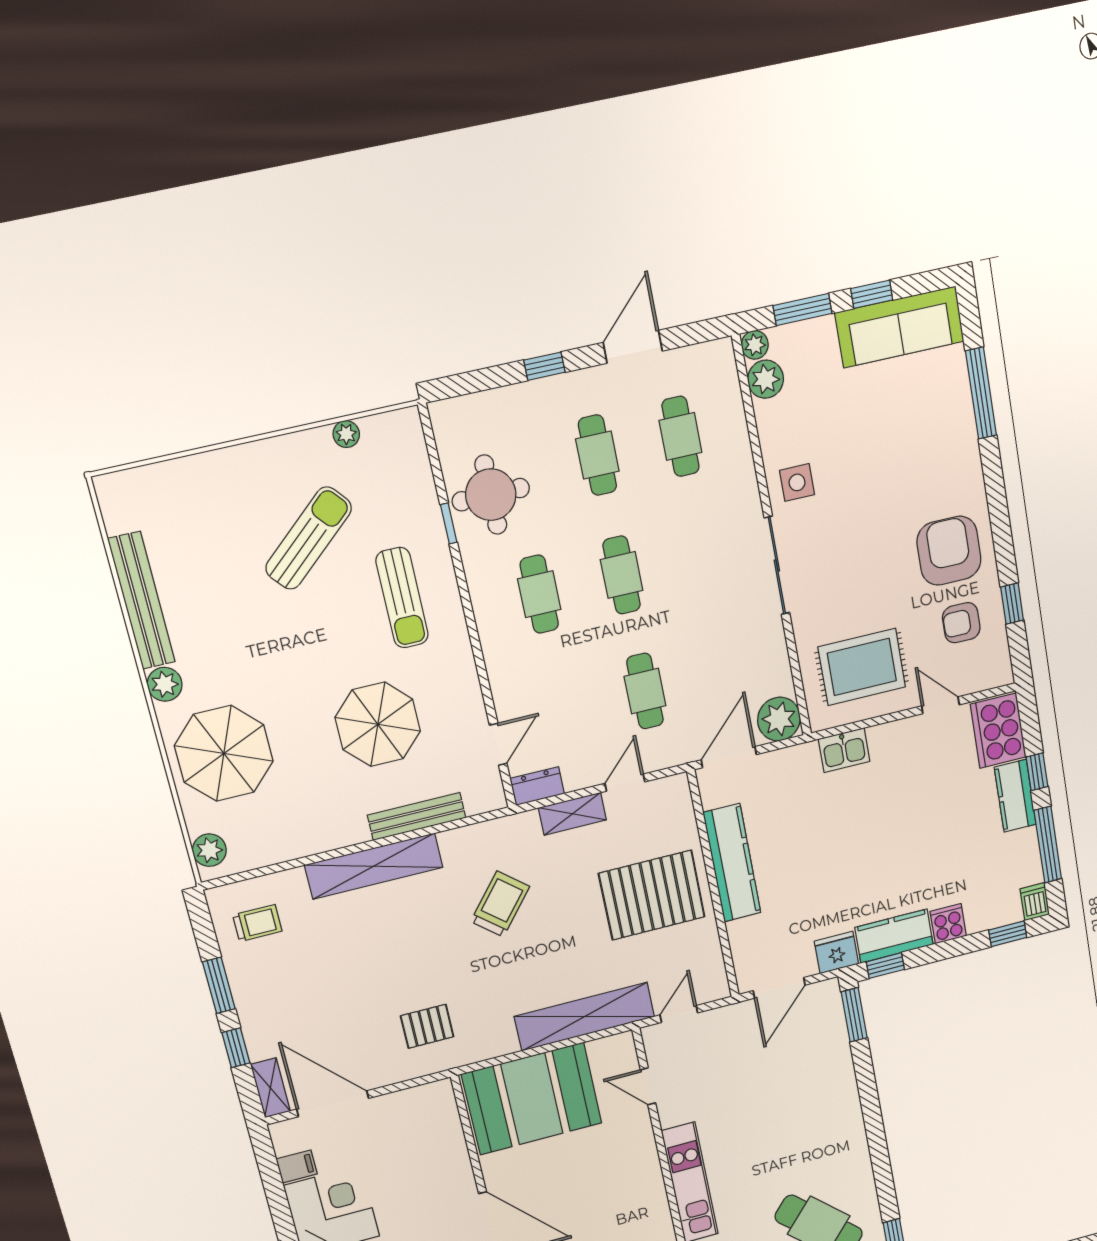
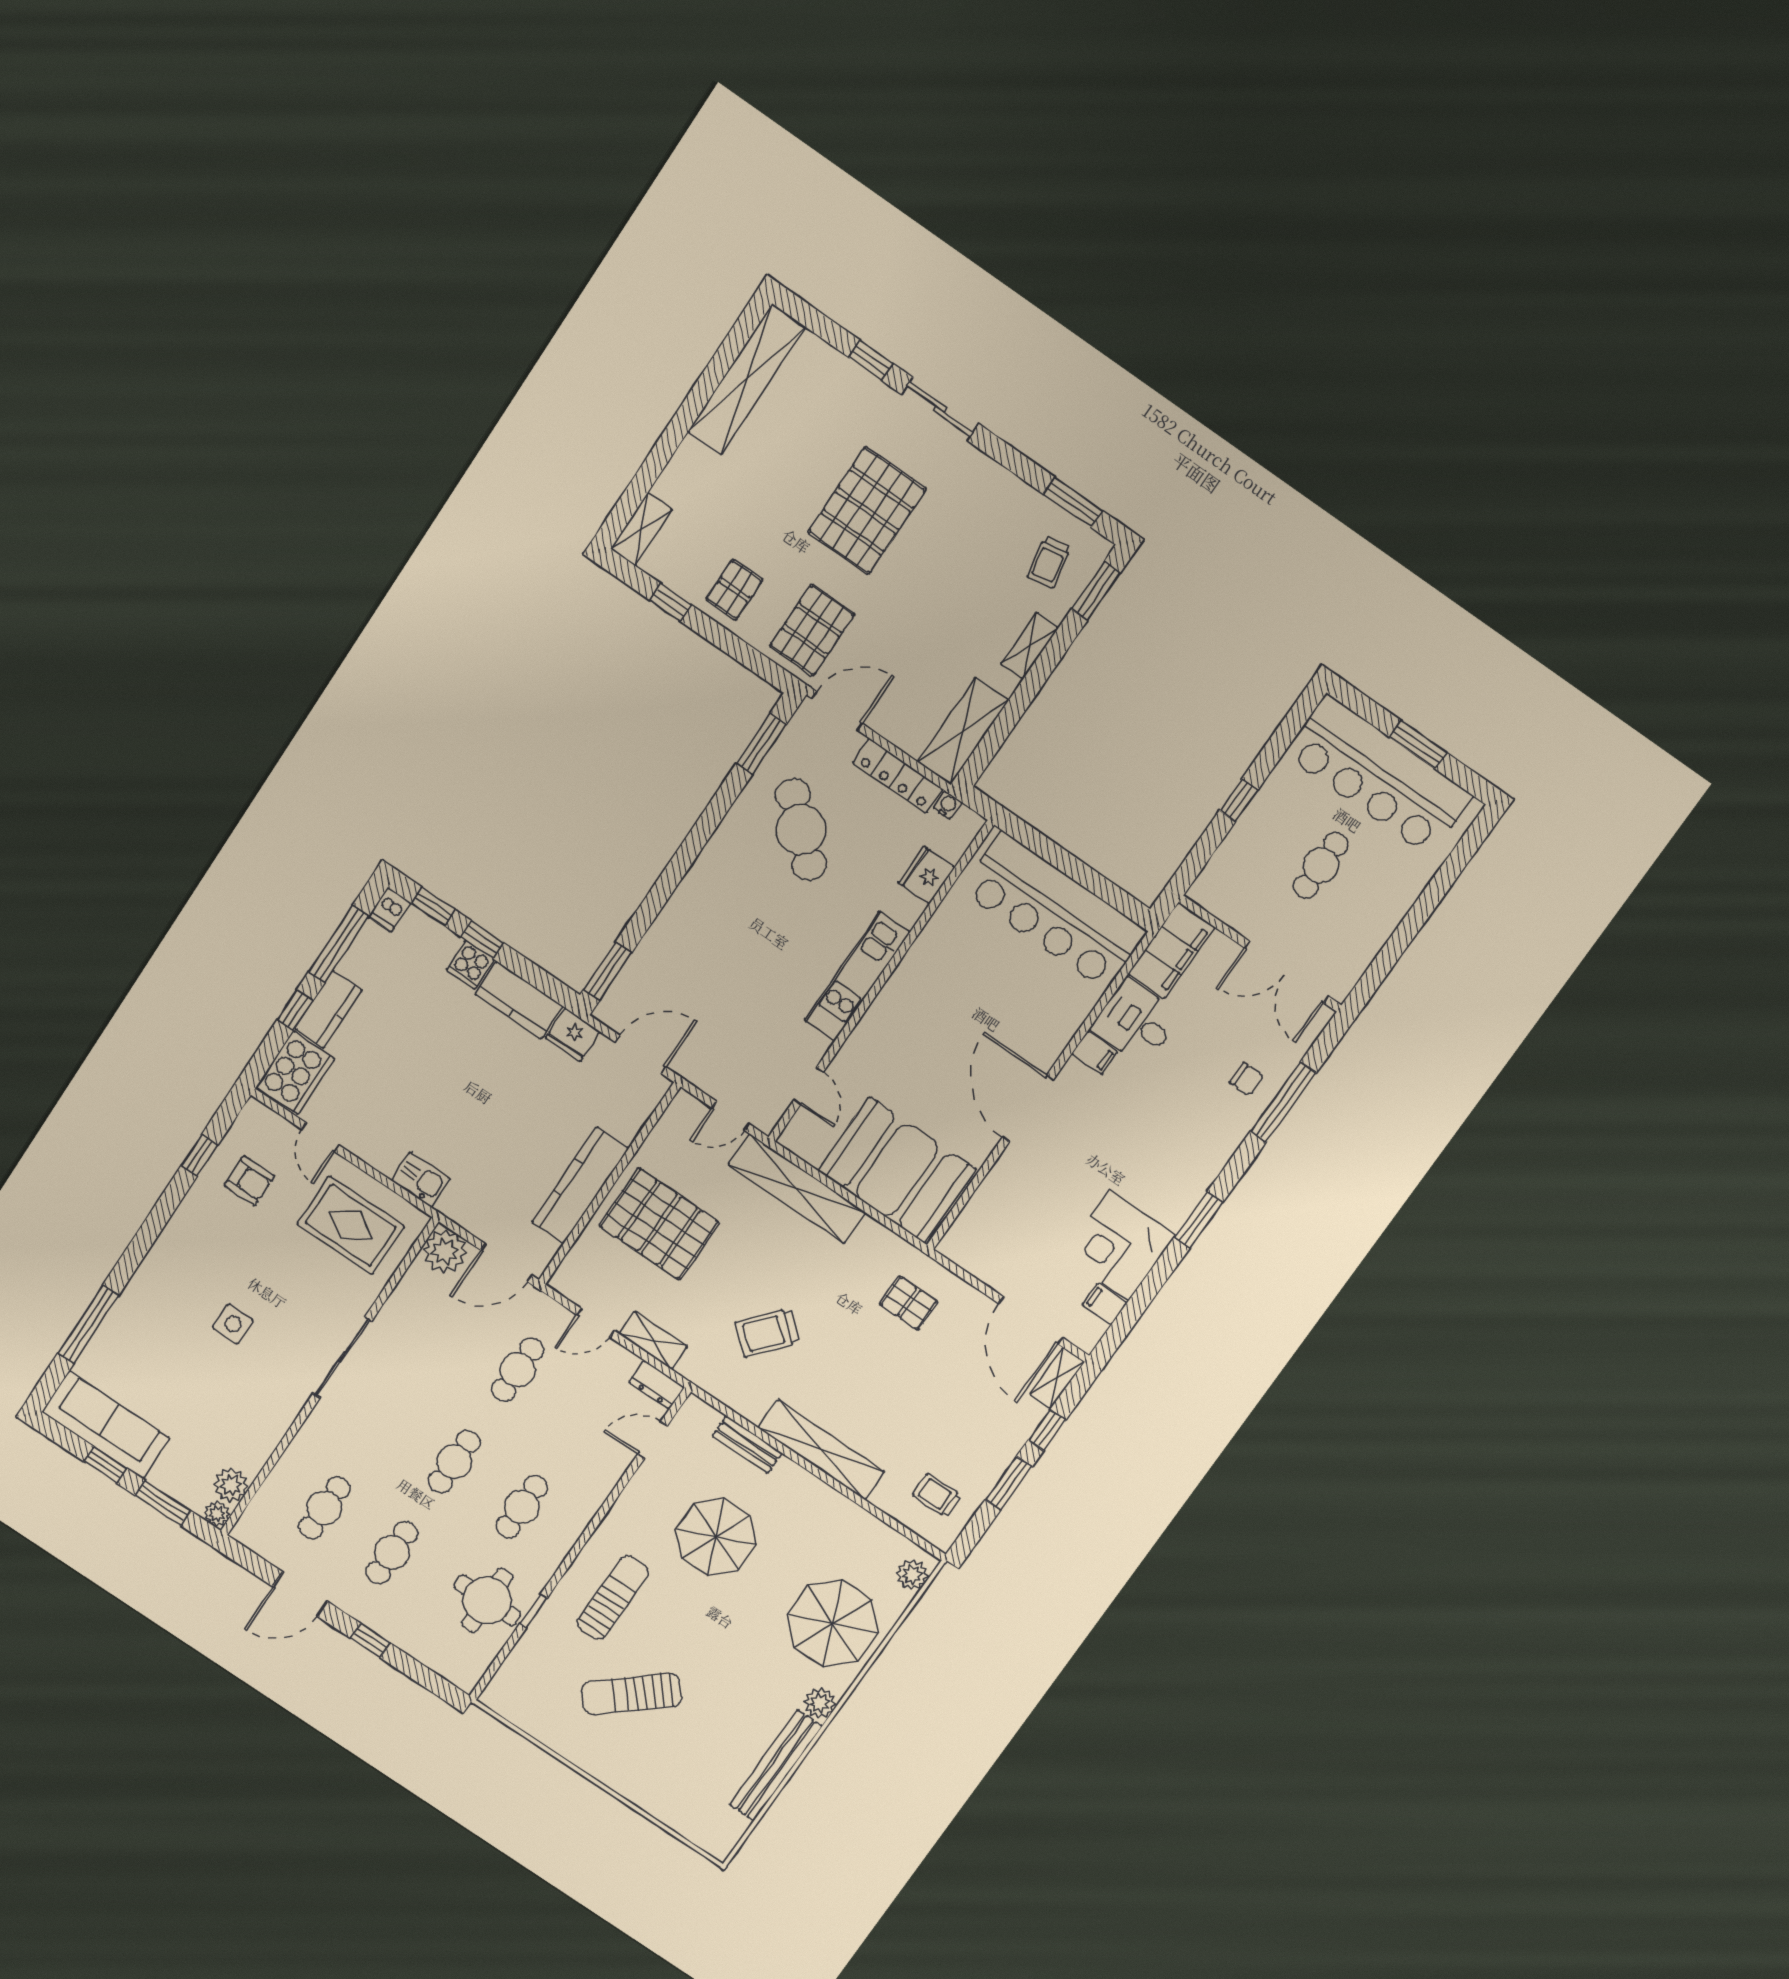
plant: (346, 434) -> (540, 1729), removed
side table: (797, 482) -> (233, 1324), moved
armchair: (949, 551) -> (211, 1241), removed
bench: (417, 816) -> (747, 1445), width x0.73
window: (885, 966) -> (482, 940), moved

